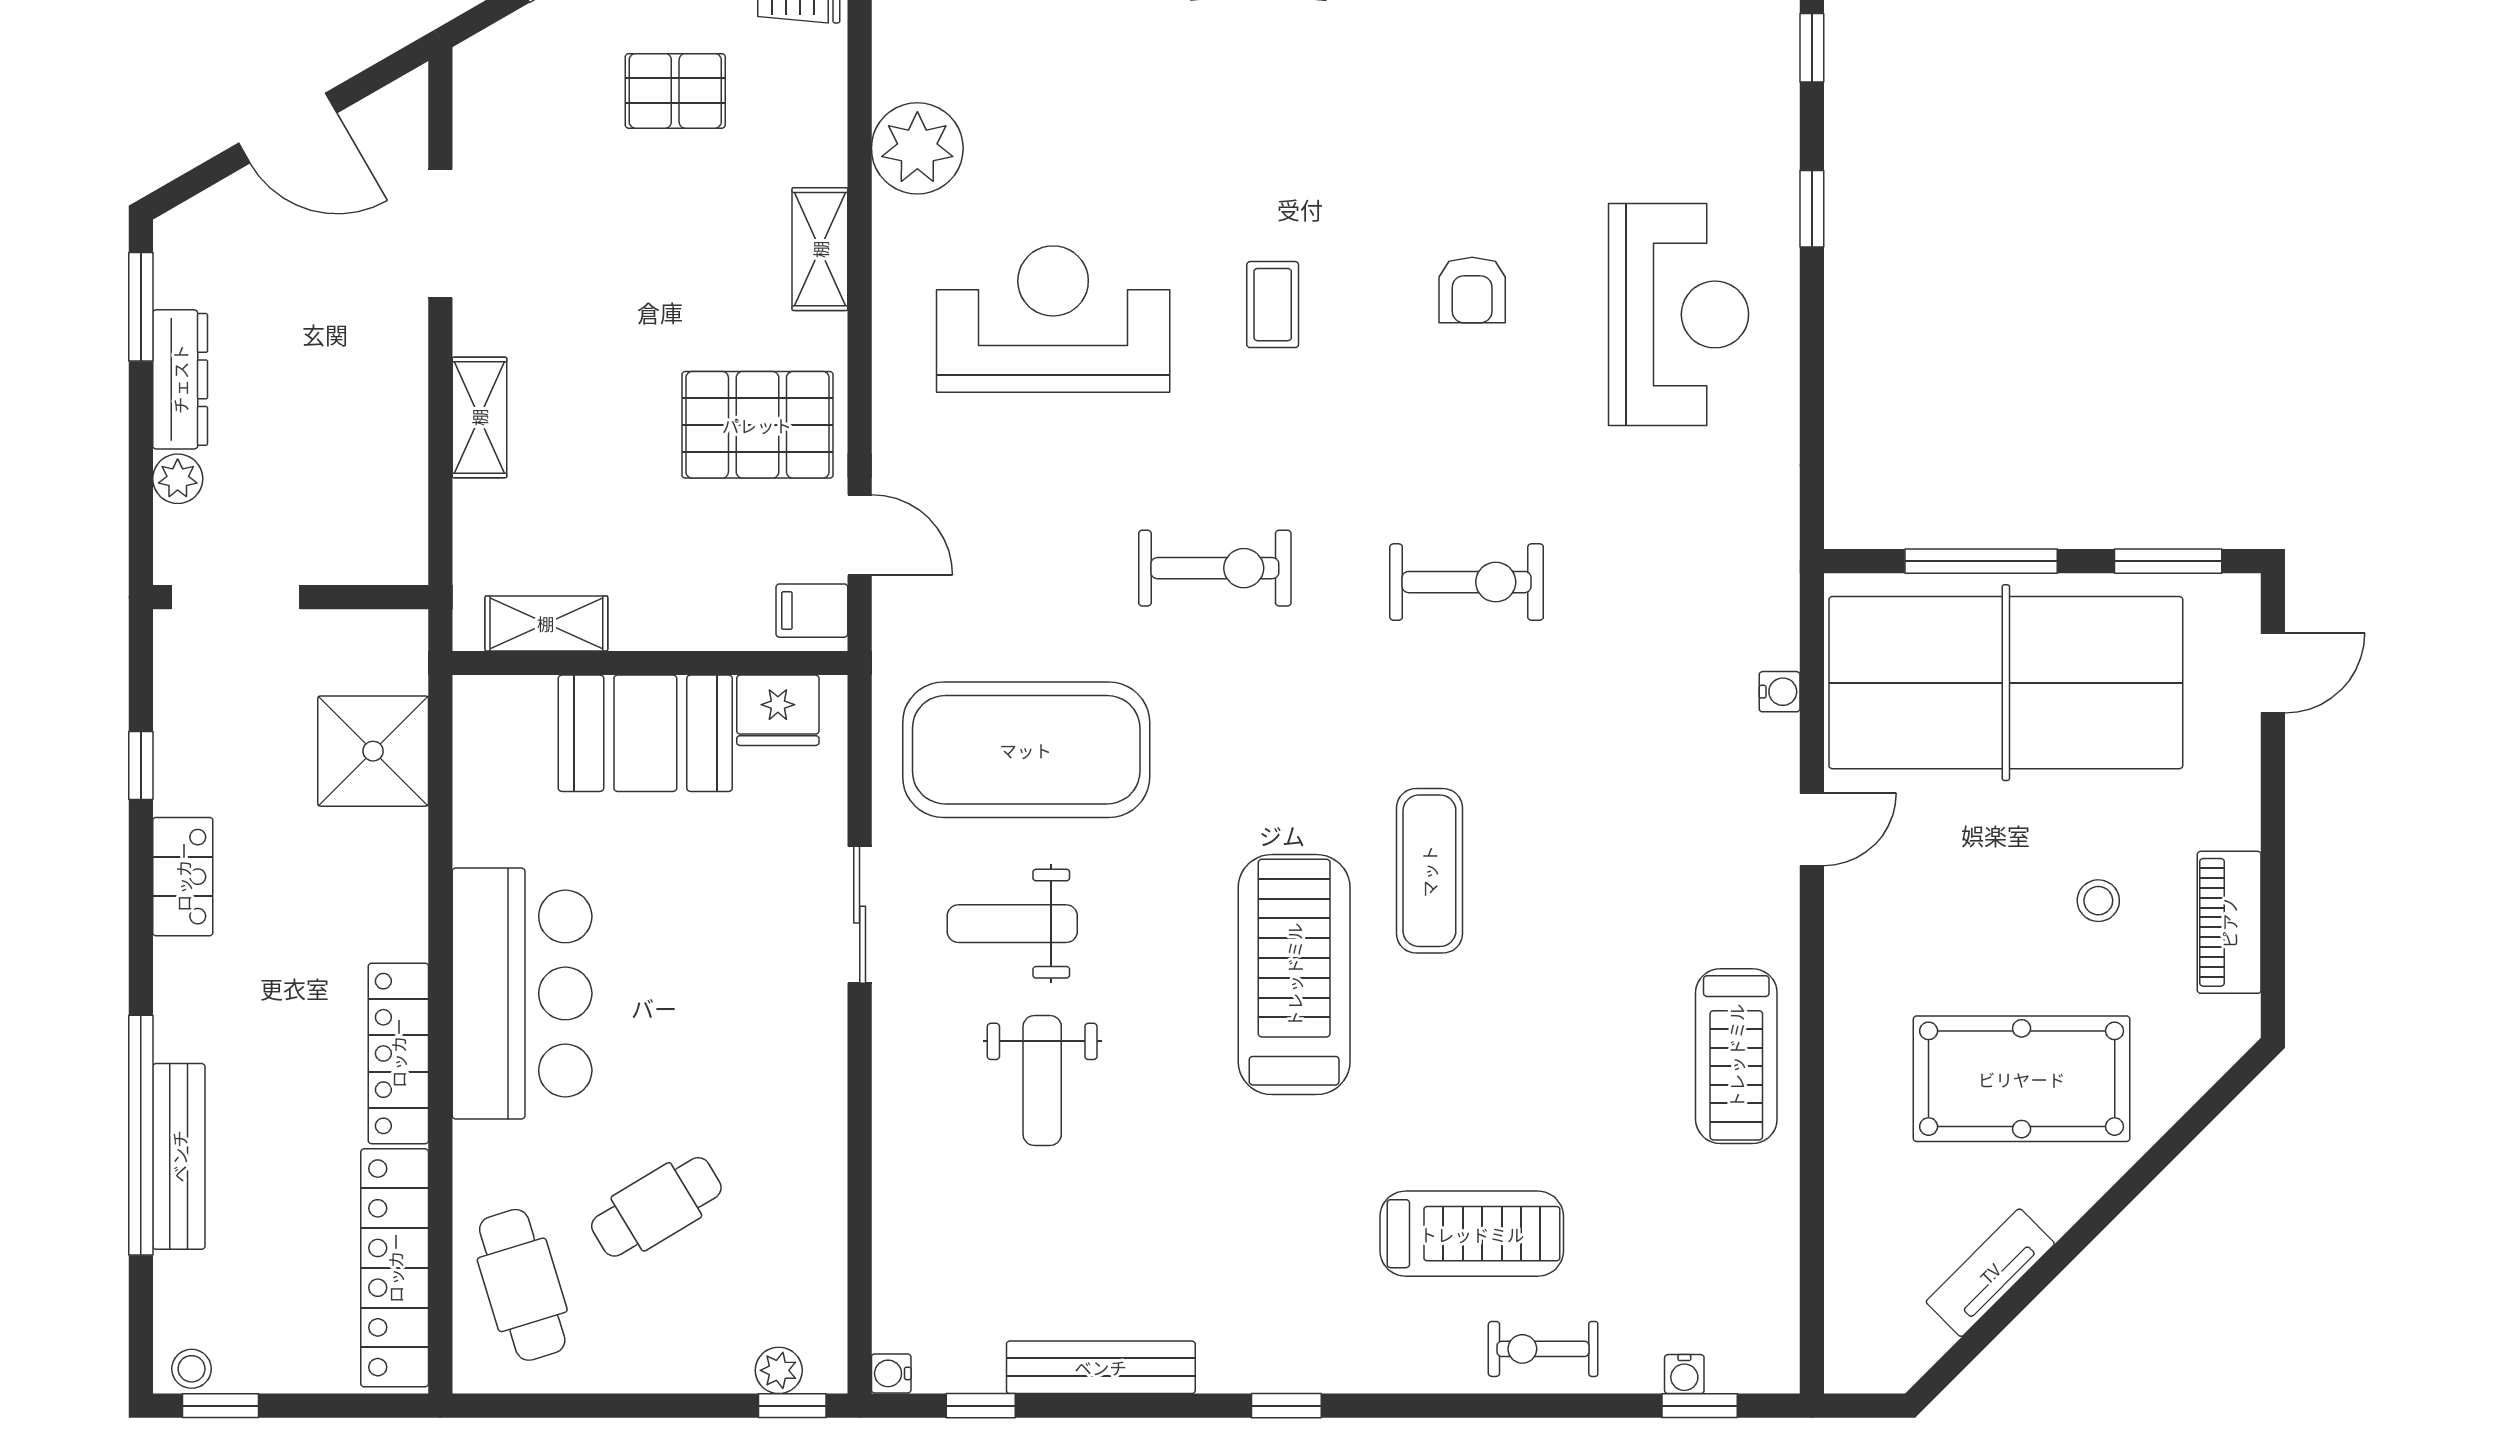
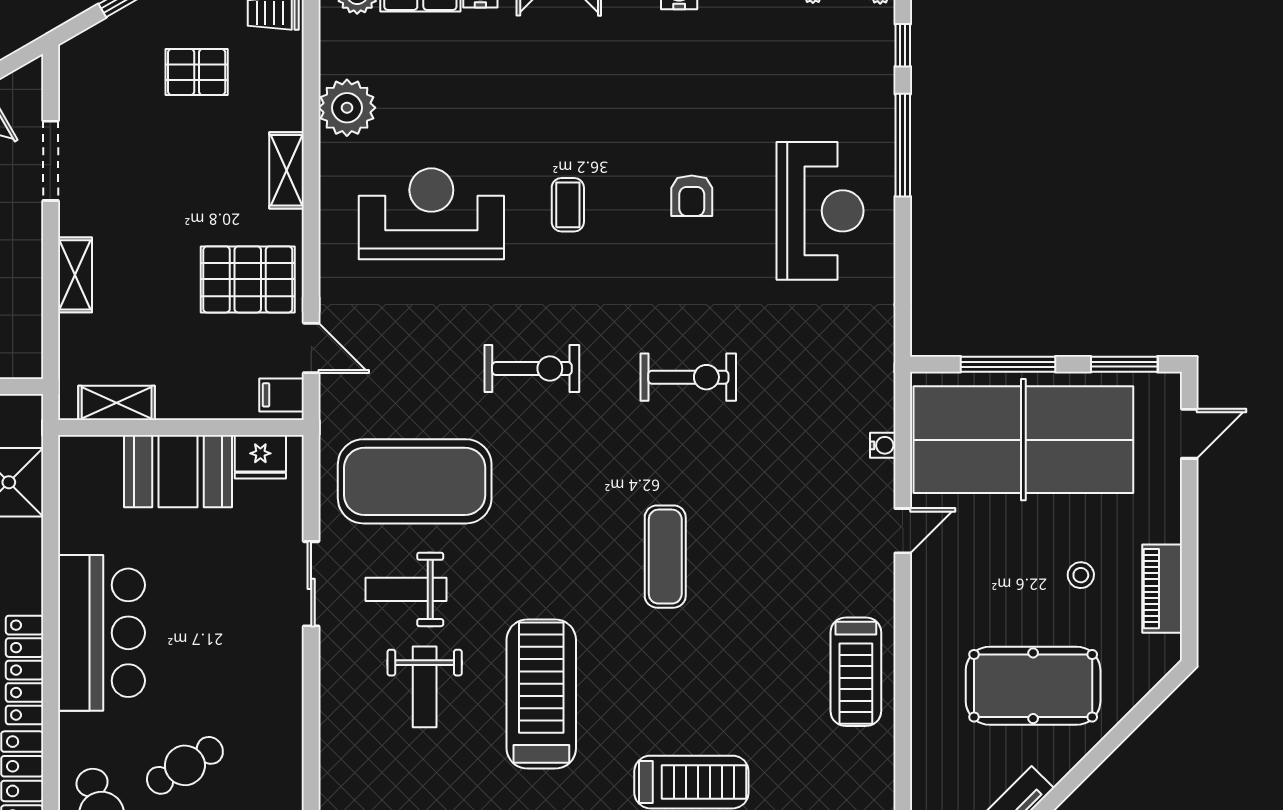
window: (1812, 209) -> (903, 145), width x2.17
treadmill: (1294, 975) -> (541, 694), moved

